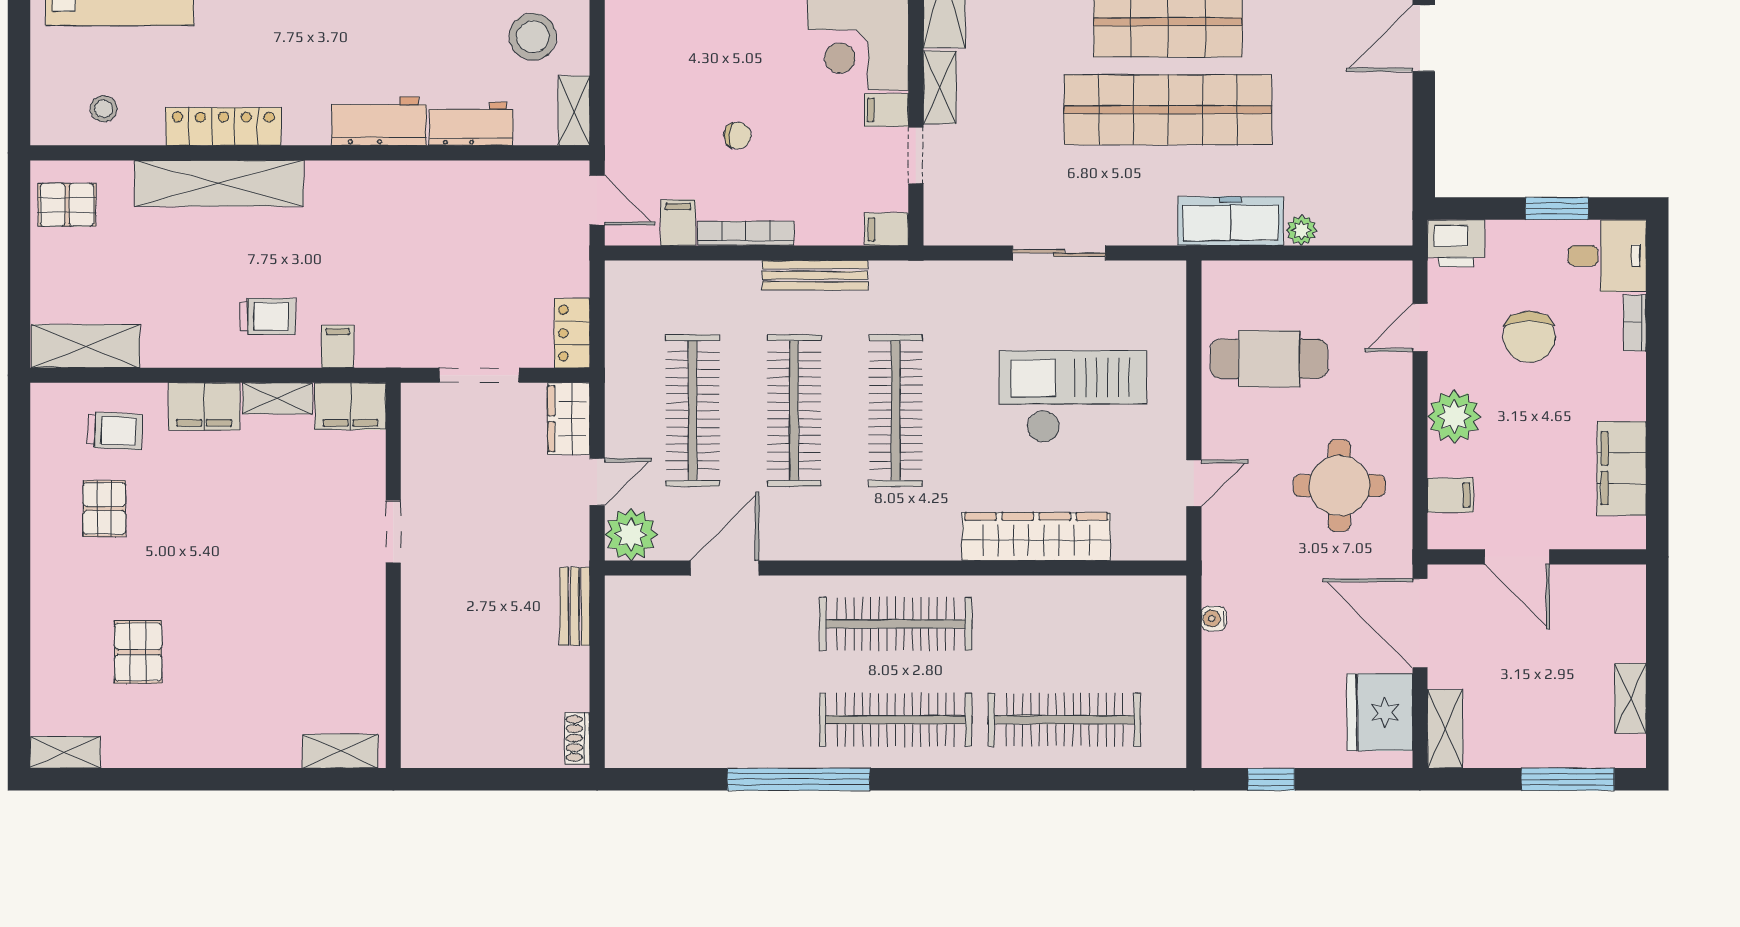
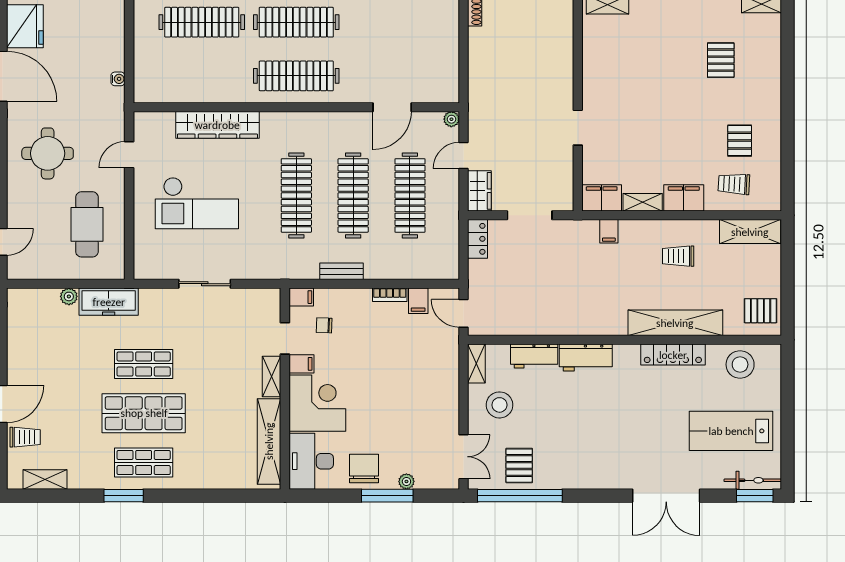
stool: (104, 109) -> (740, 364), width x1.89, depth x1.89
shop shelf: (1168, 110) -> (144, 364), width x0.50, depth x0.74
chair: (738, 136) -> (324, 325), moved
bookcase: (746, 233) -> (390, 295), width x0.64
bench: (815, 275) -> (341, 271), width x0.73
trolley: (268, 316) -> (678, 256), moved
cafe table: (1269, 359) -> (87, 224), turned 90
plant: (631, 534) -> (451, 119), width x0.53, depth x0.53
bench: (575, 606) -> (476, 86), removed

